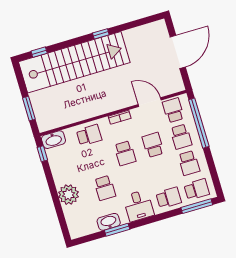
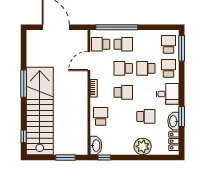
window: (101, 34) -> (24, 84), width x2.17
school desk: (189, 163) -> (146, 68), moved, turned 180
locker: (86, 229) -> (174, 141), added

